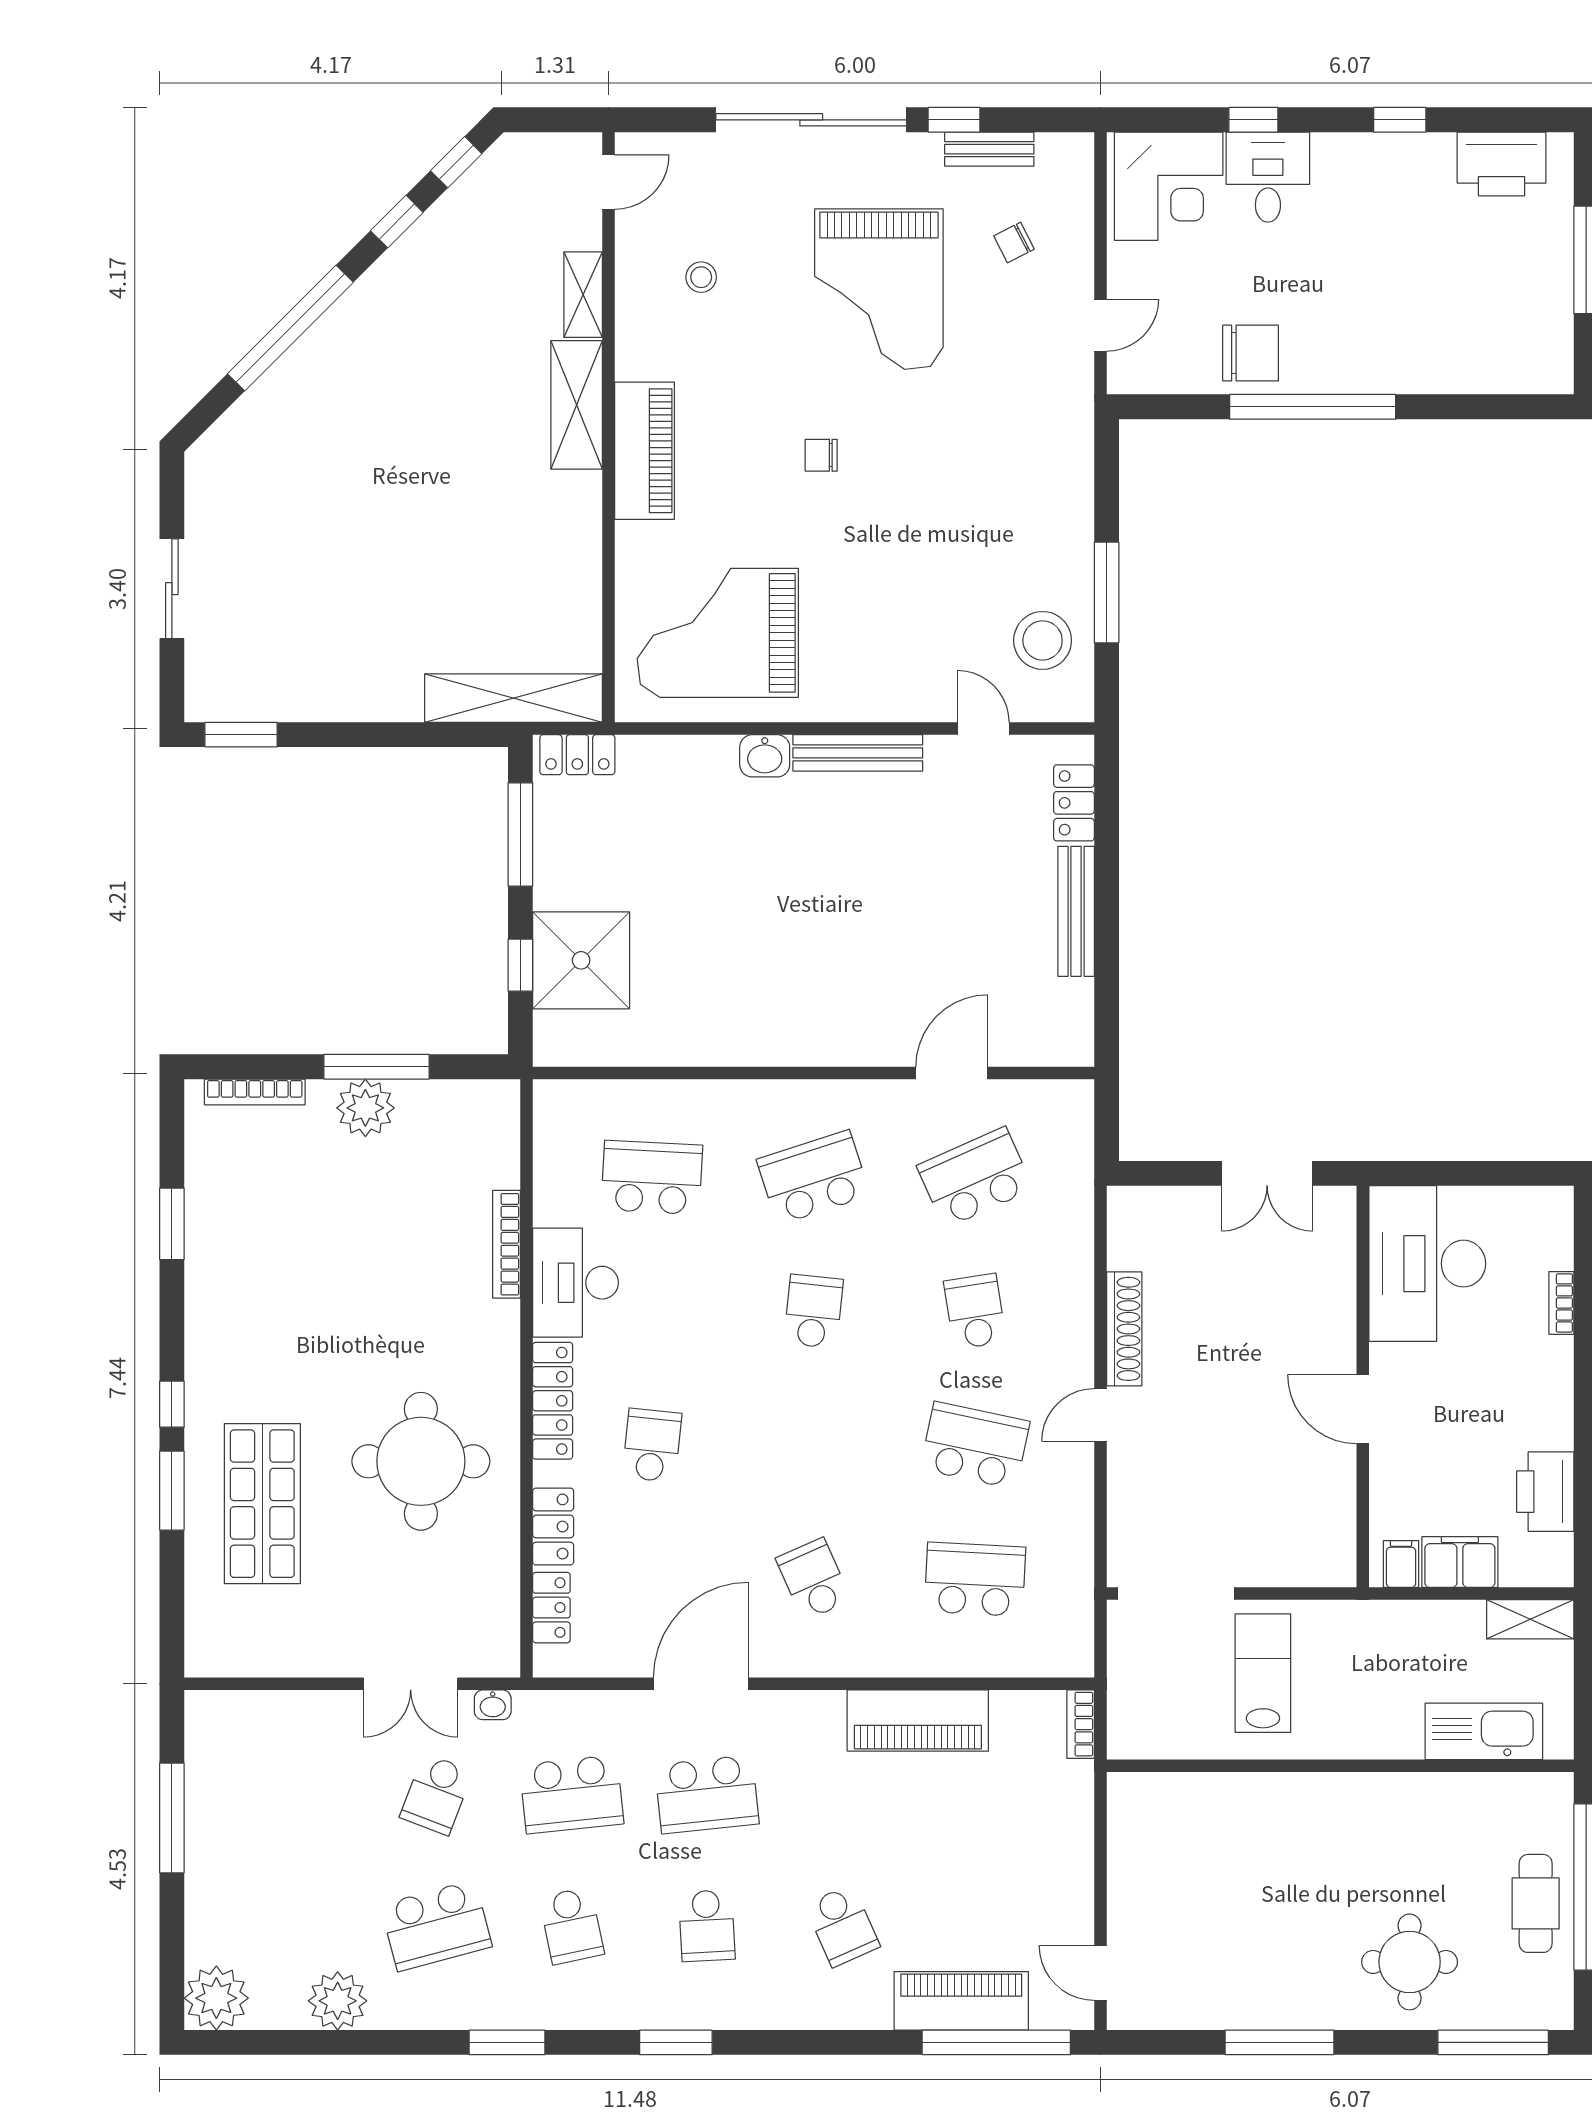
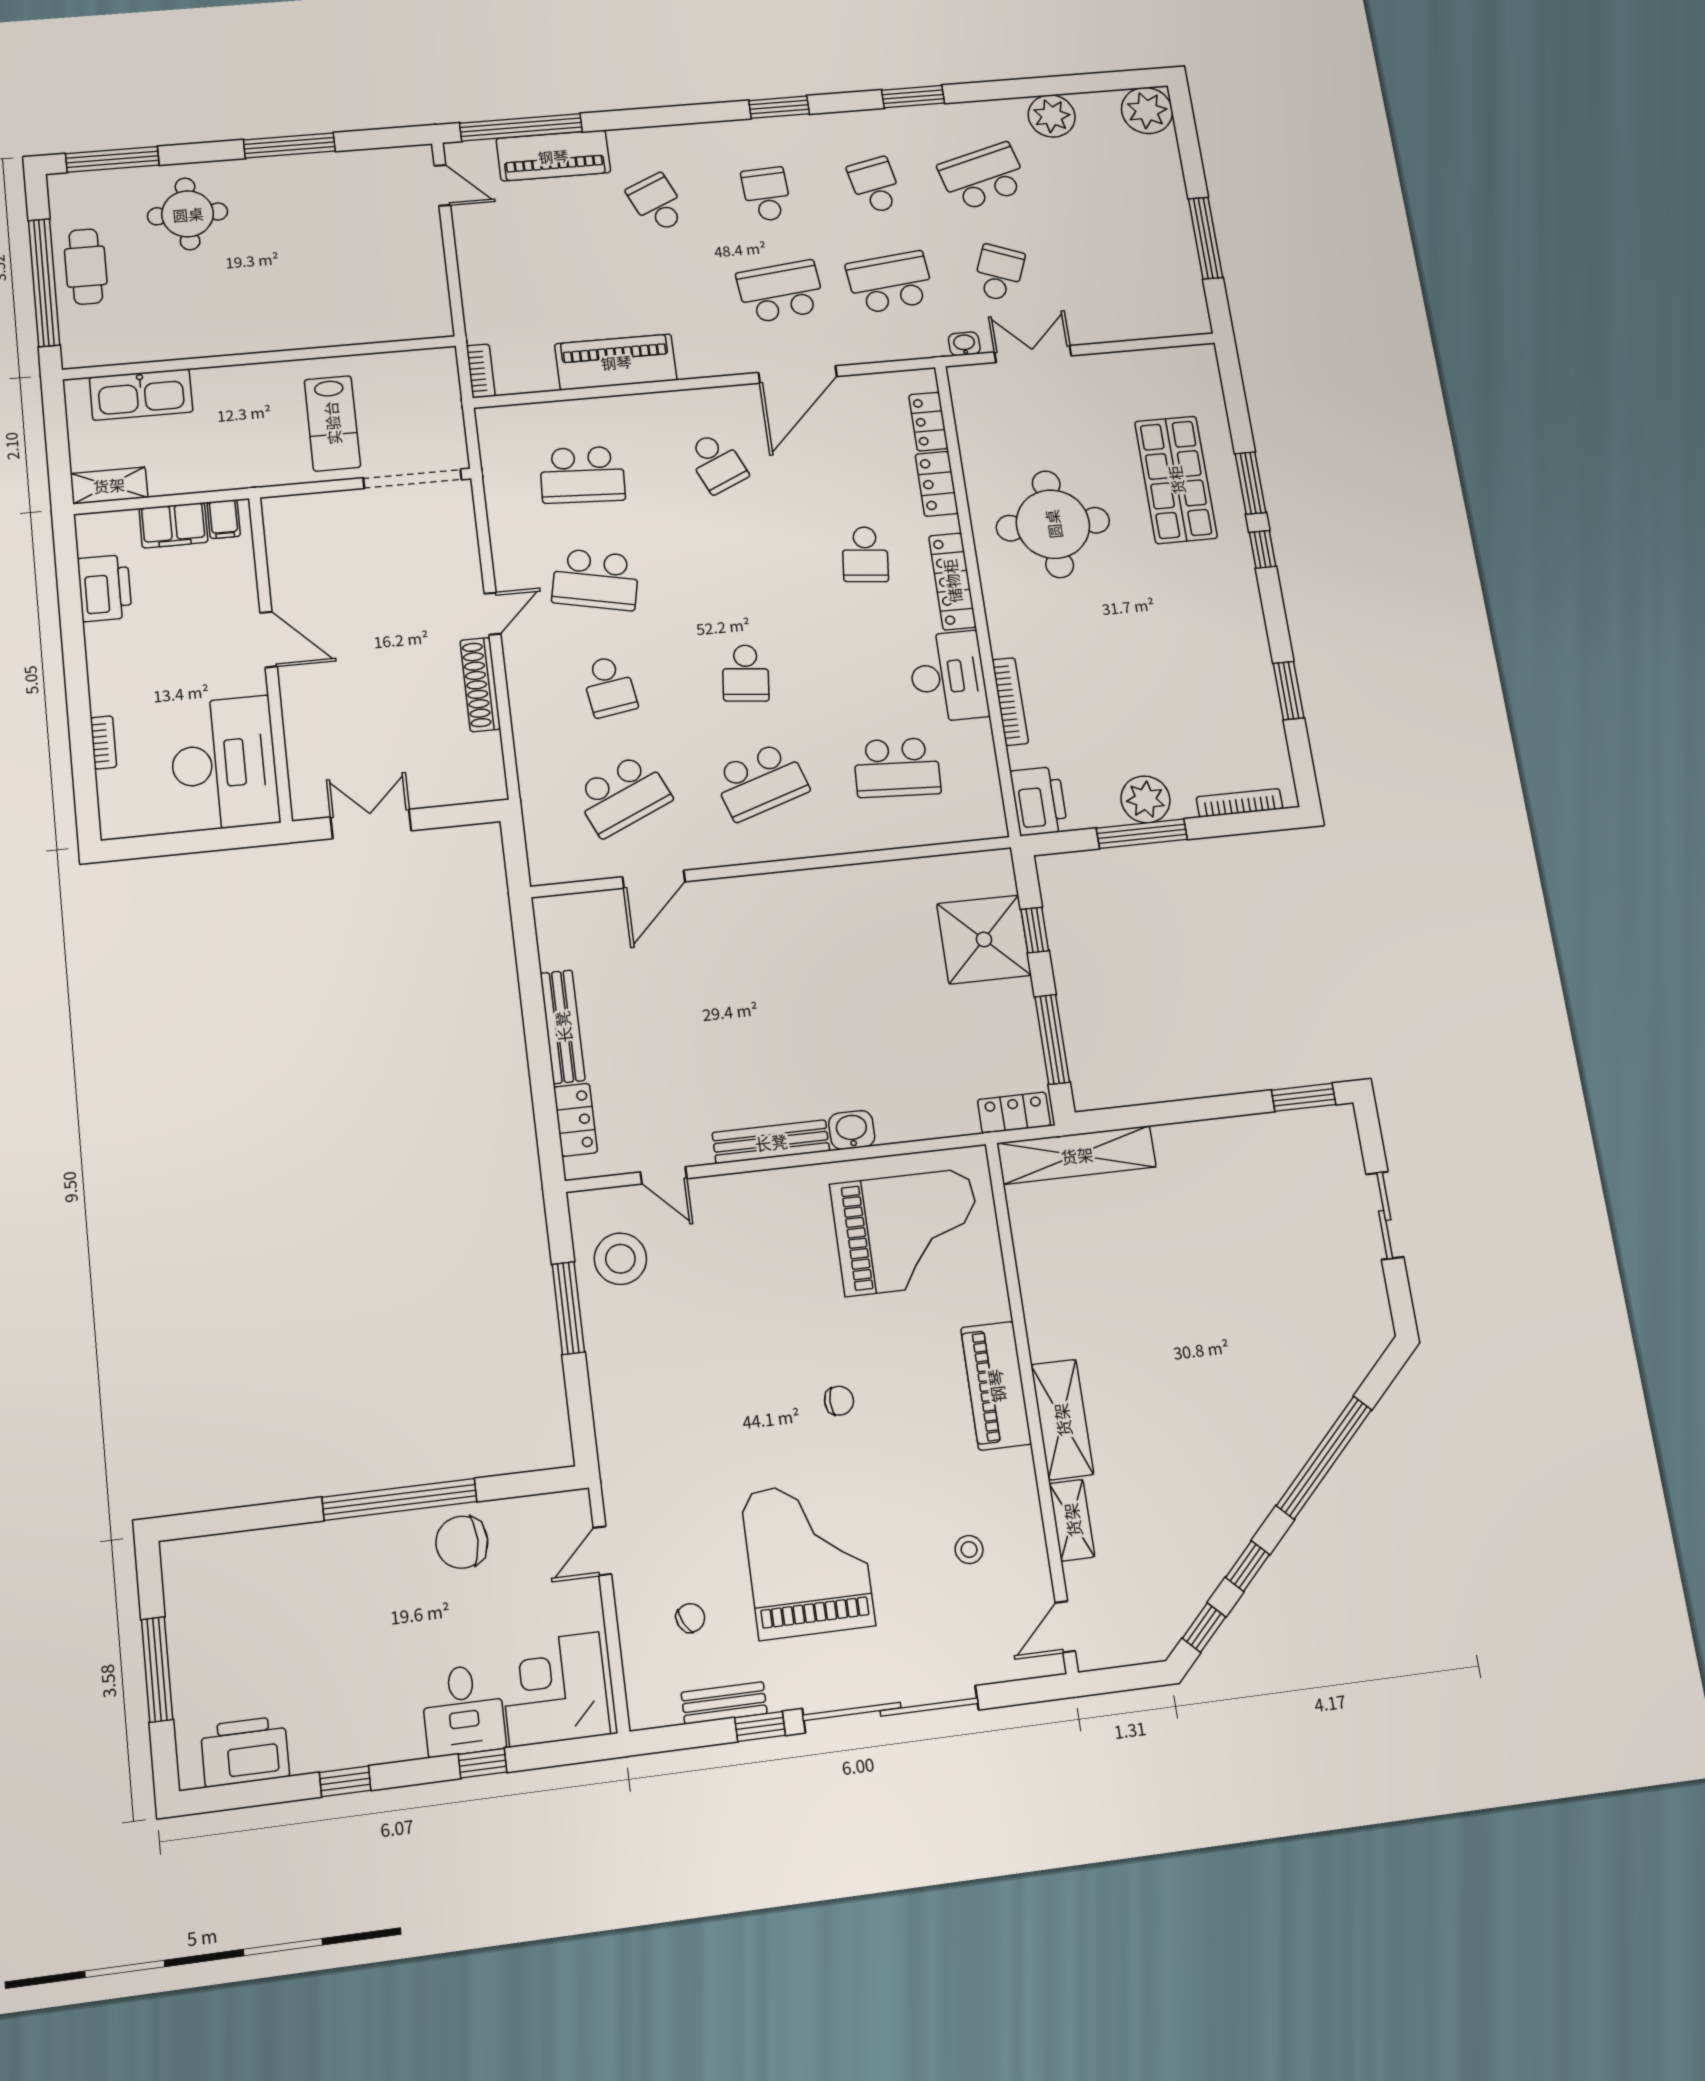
printer: (491, 1119) -> (1039, 801), added

